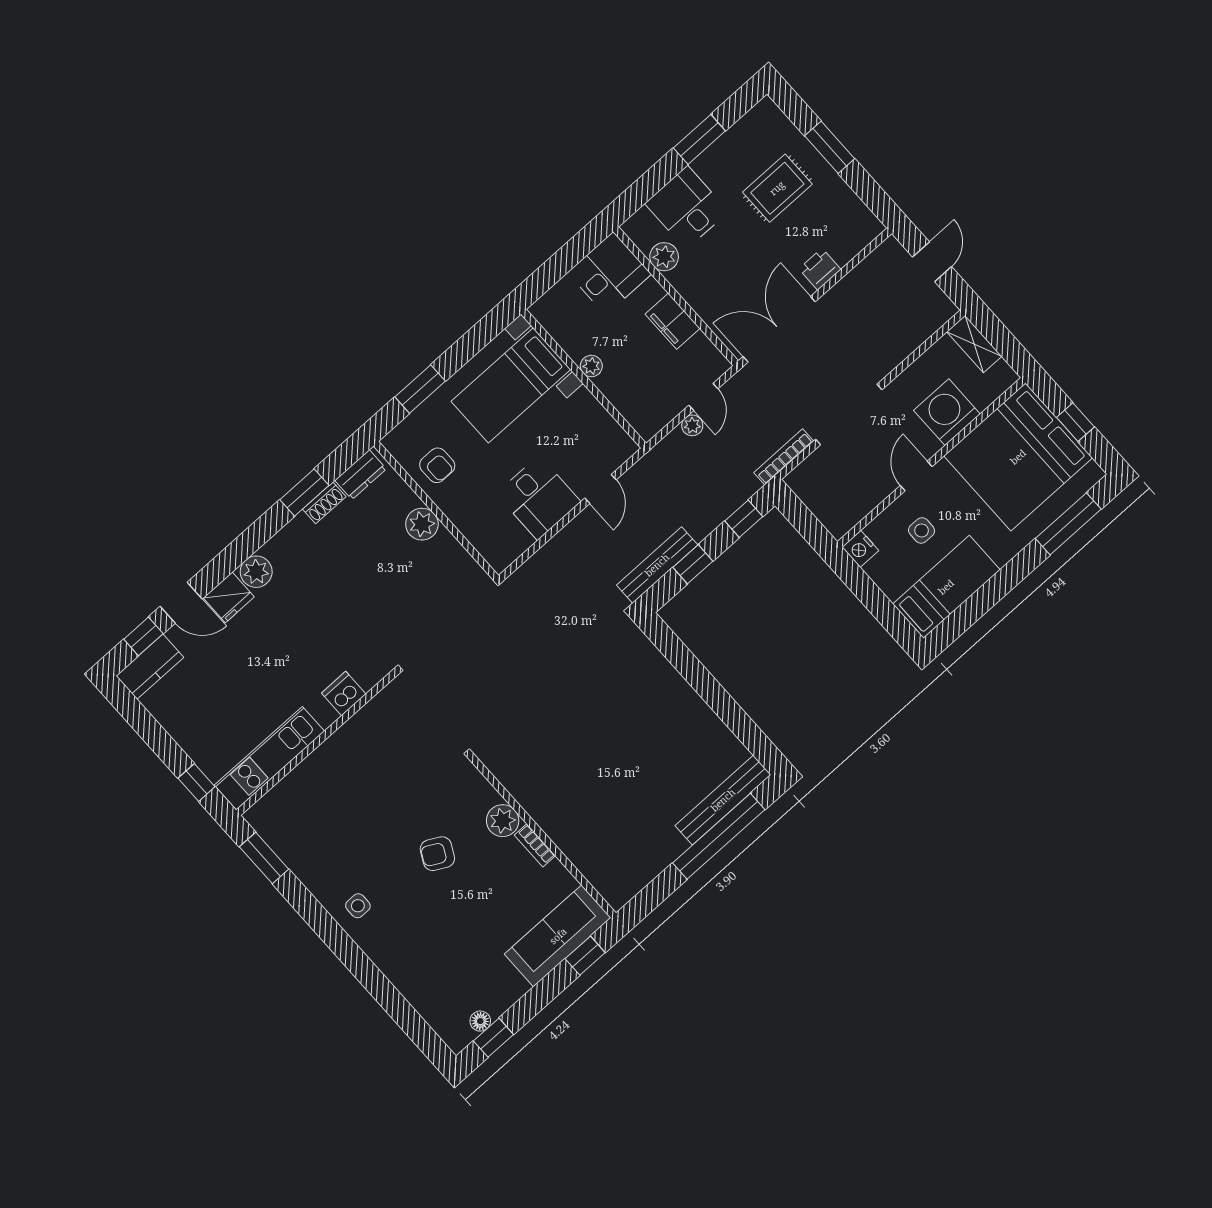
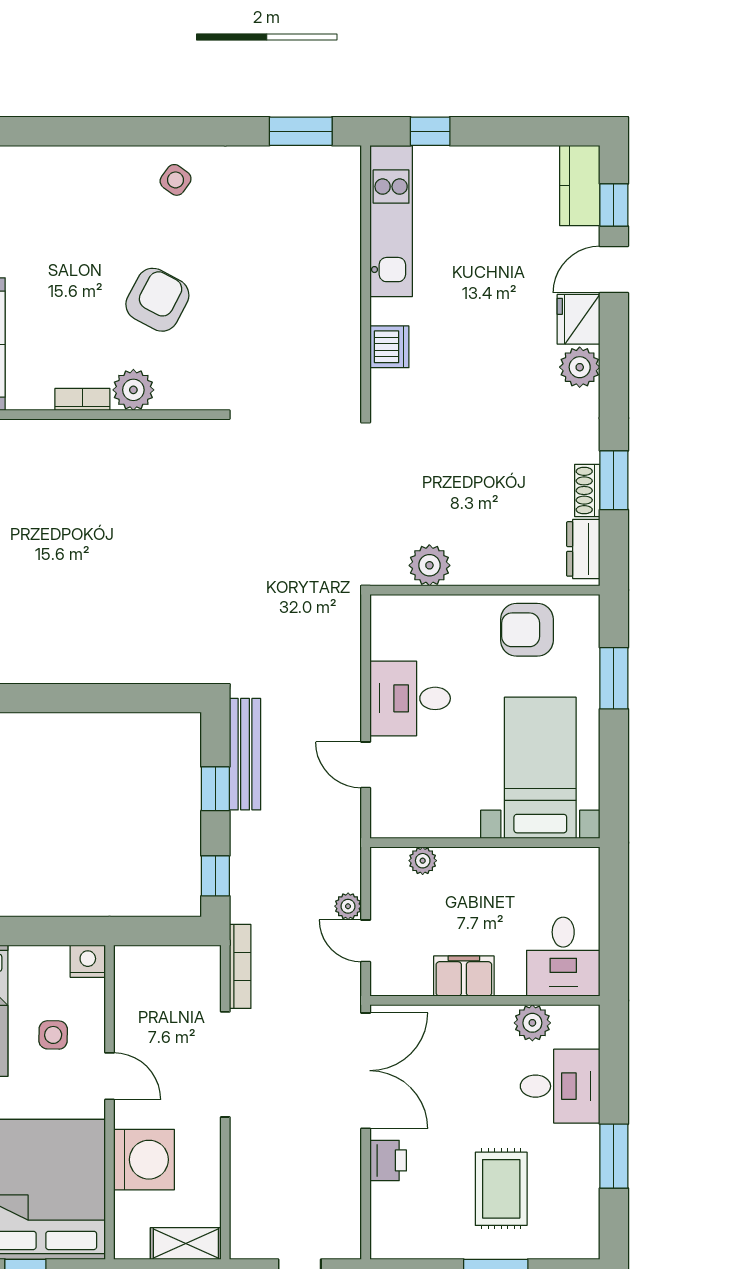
plant: (591, 366) -> (423, 861), moved
armchair: (437, 465) -> (527, 630), width x1.38, depth x1.38
plant: (422, 524) -> (429, 565), moved
armchair: (437, 854) -> (157, 300), width x1.38, depth x1.38
side table: (358, 906) -> (176, 180), turned 36

